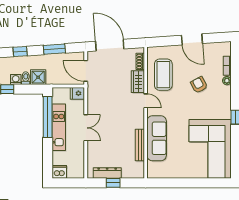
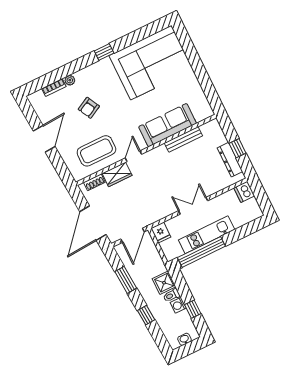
dishwasher: (59, 172) -> (244, 192), moved

